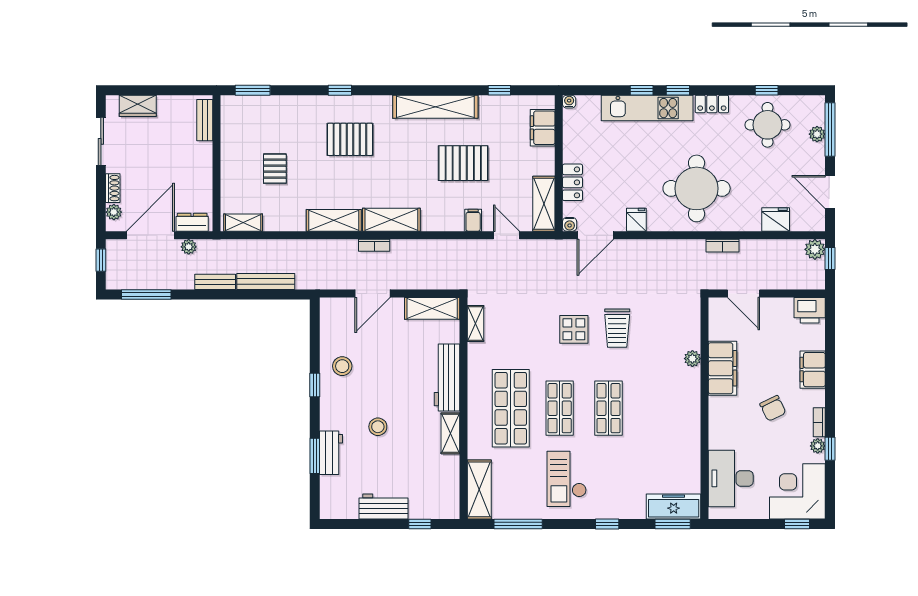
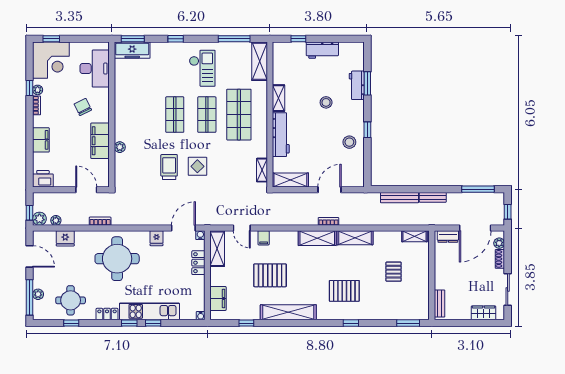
plant: (189, 247) -> (56, 220), moved
chair: (773, 408) -> (83, 107), moved

